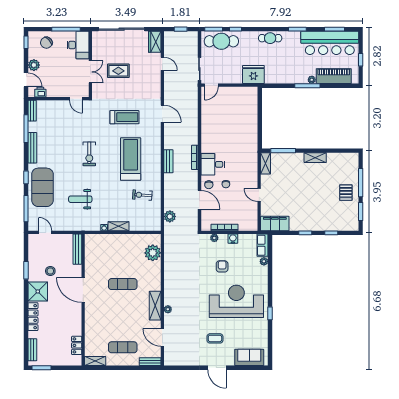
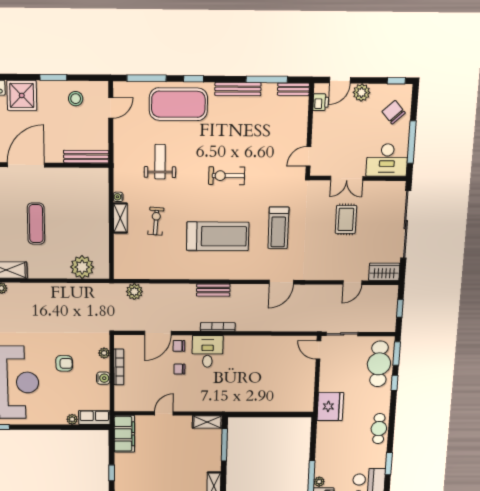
exercise bike: (142, 195) -> (156, 221), moved
stool: (50, 271) -> (76, 99), moved

